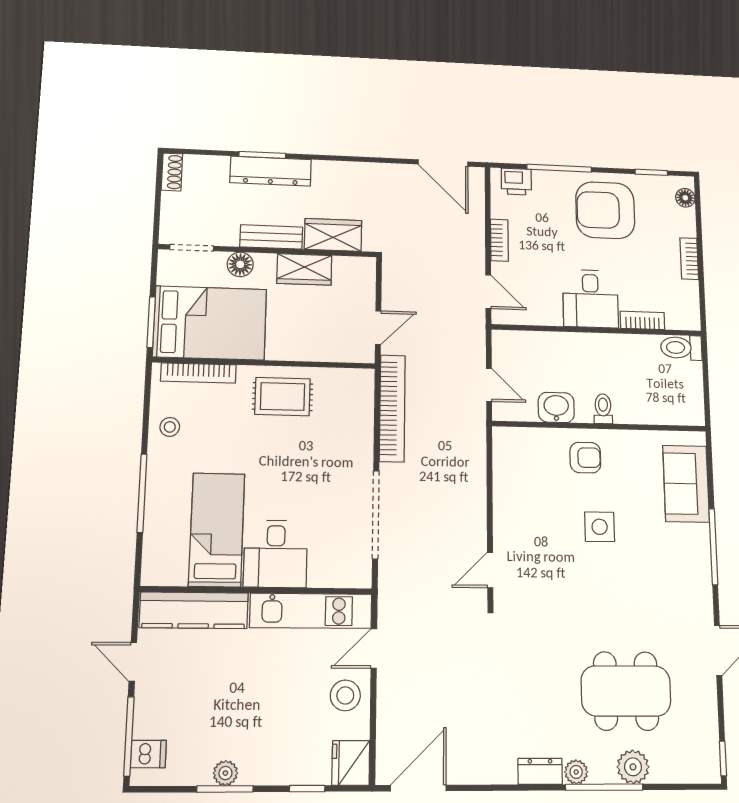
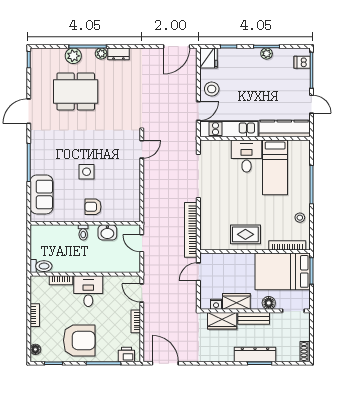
nightstand: (344, 266) -> (216, 304), added

